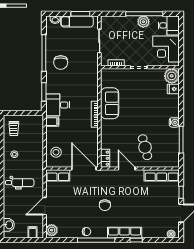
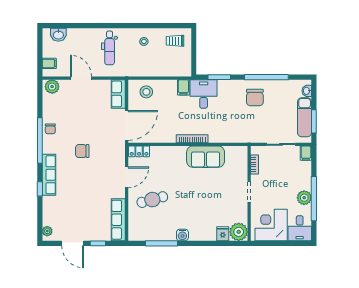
filing cabinet: (107, 20) -> (306, 153), added
chair: (61, 63) -> (255, 97), turned -90

